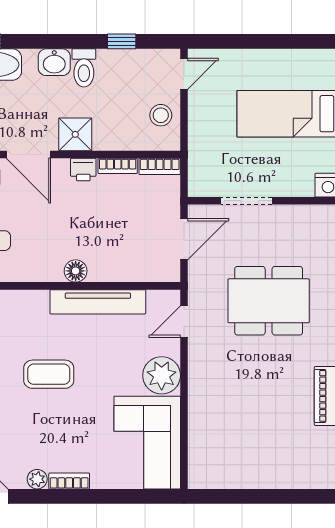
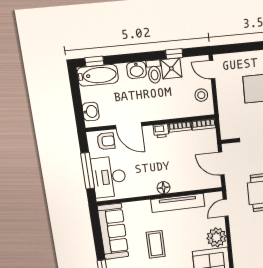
door: (184, 74) -> (212, 70), swing flipped
shower: (75, 134) -> (171, 68), moved
door: (184, 239) -> (221, 164), swing flipped
coffee table: (49, 374) -> (156, 244), turned 90

